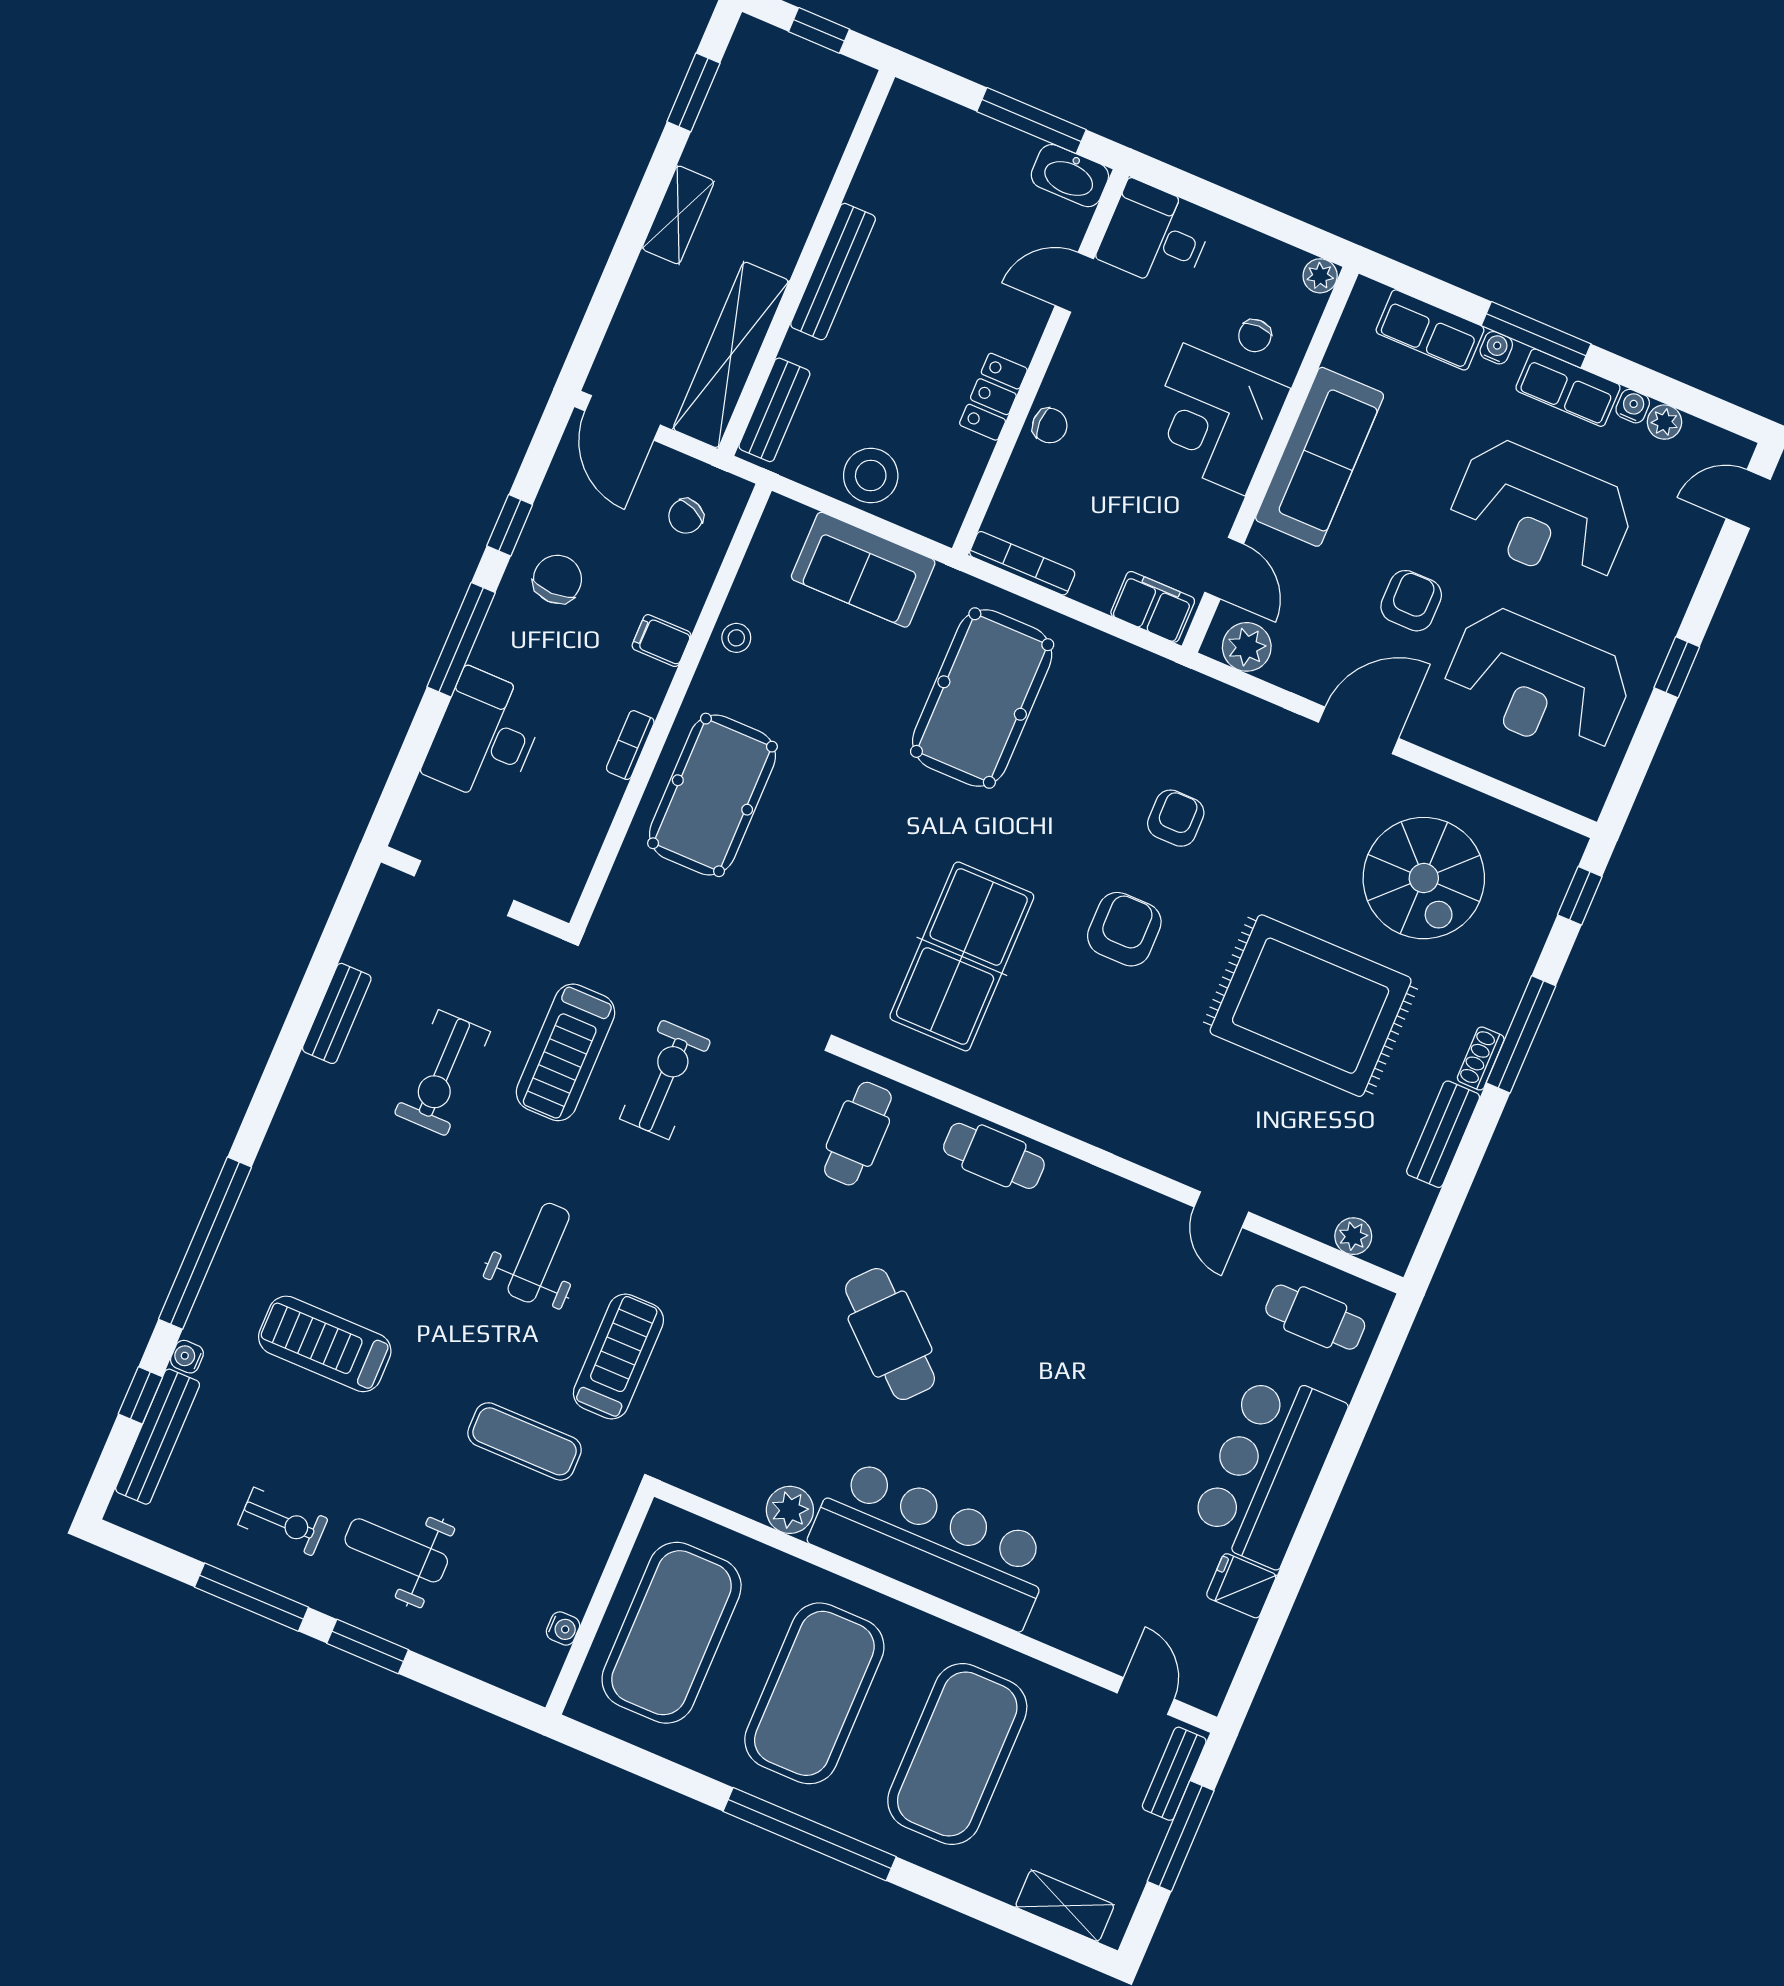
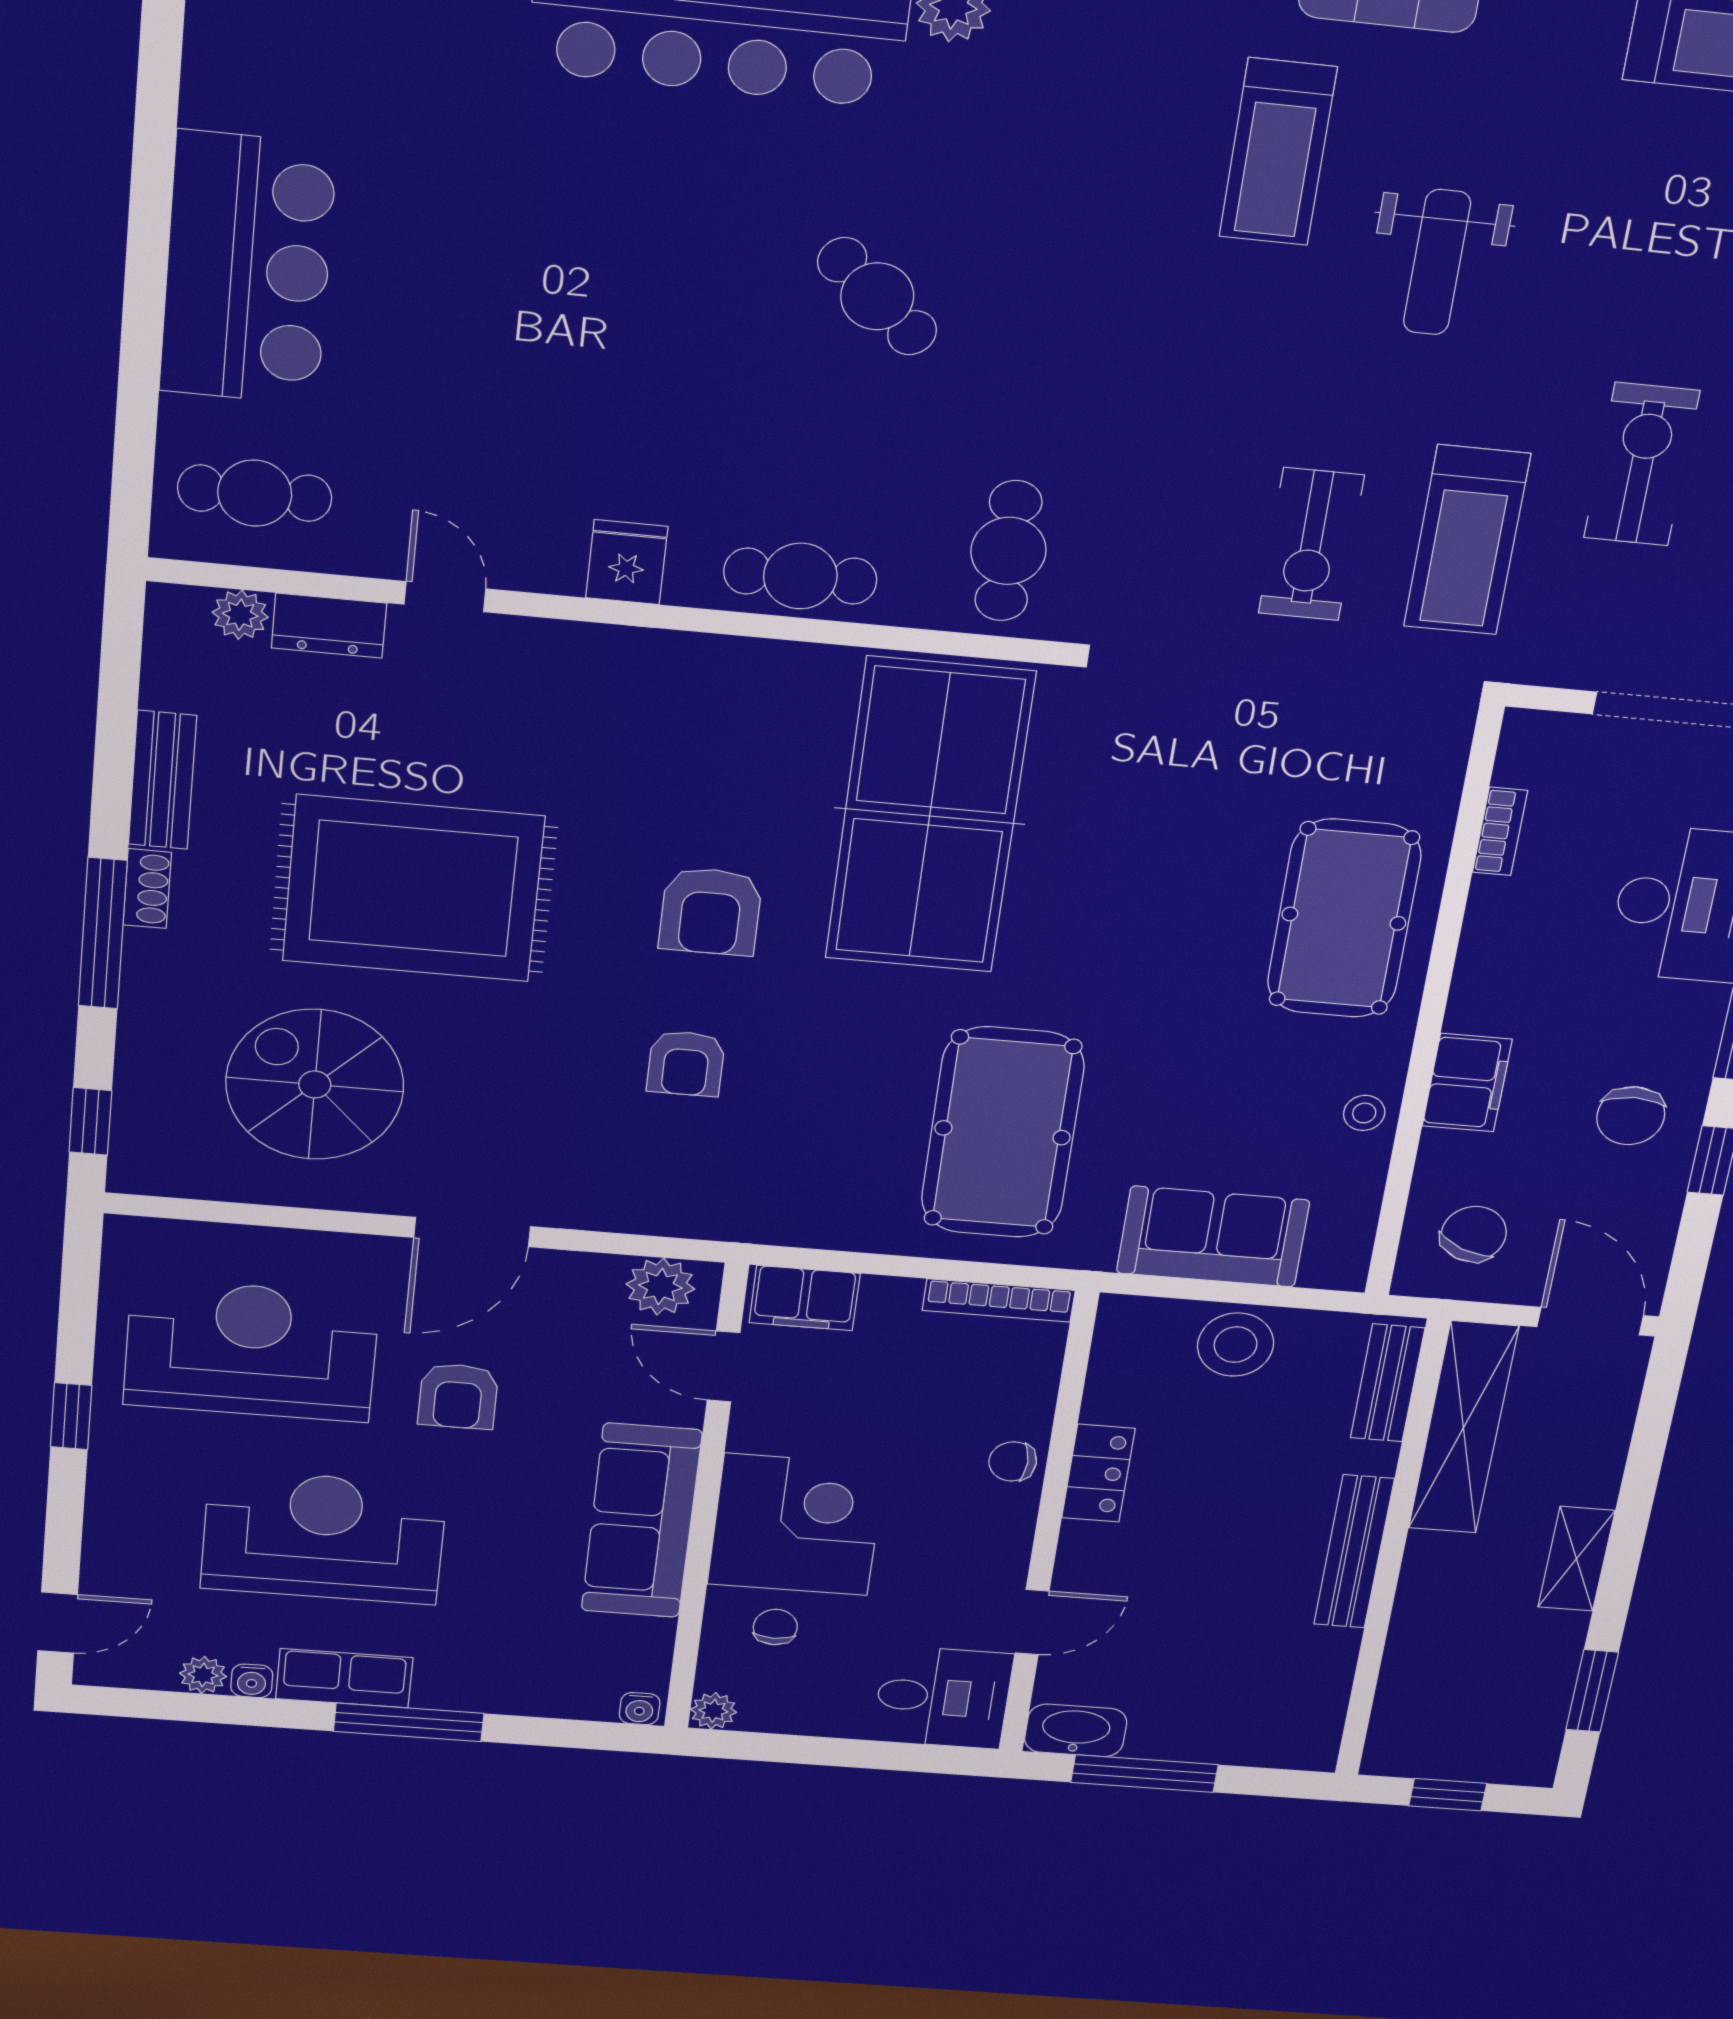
row of seats: (1430, 330) -> (549, 1692), removed
water cooler: (1496, 348) -> (640, 1709), moved
chair: (686, 516) -> (1474, 1234), width x1.37, depth x1.37
filing cabinet: (661, 641) -> (1467, 1083), width x2.00
bookcase: (630, 745) -> (1500, 831), moved
table tennis table: (962, 956) -> (930, 816), width x1.36, depth x1.32
treadmill: (566, 1052) -> (1467, 540), turned 180
dresser: (1300, 1211) -> (329, 626), added
cafe table: (890, 1334) -> (877, 296), width x0.73, depth x0.74
fridge: (1241, 1586) -> (627, 562), moved, turned -90

